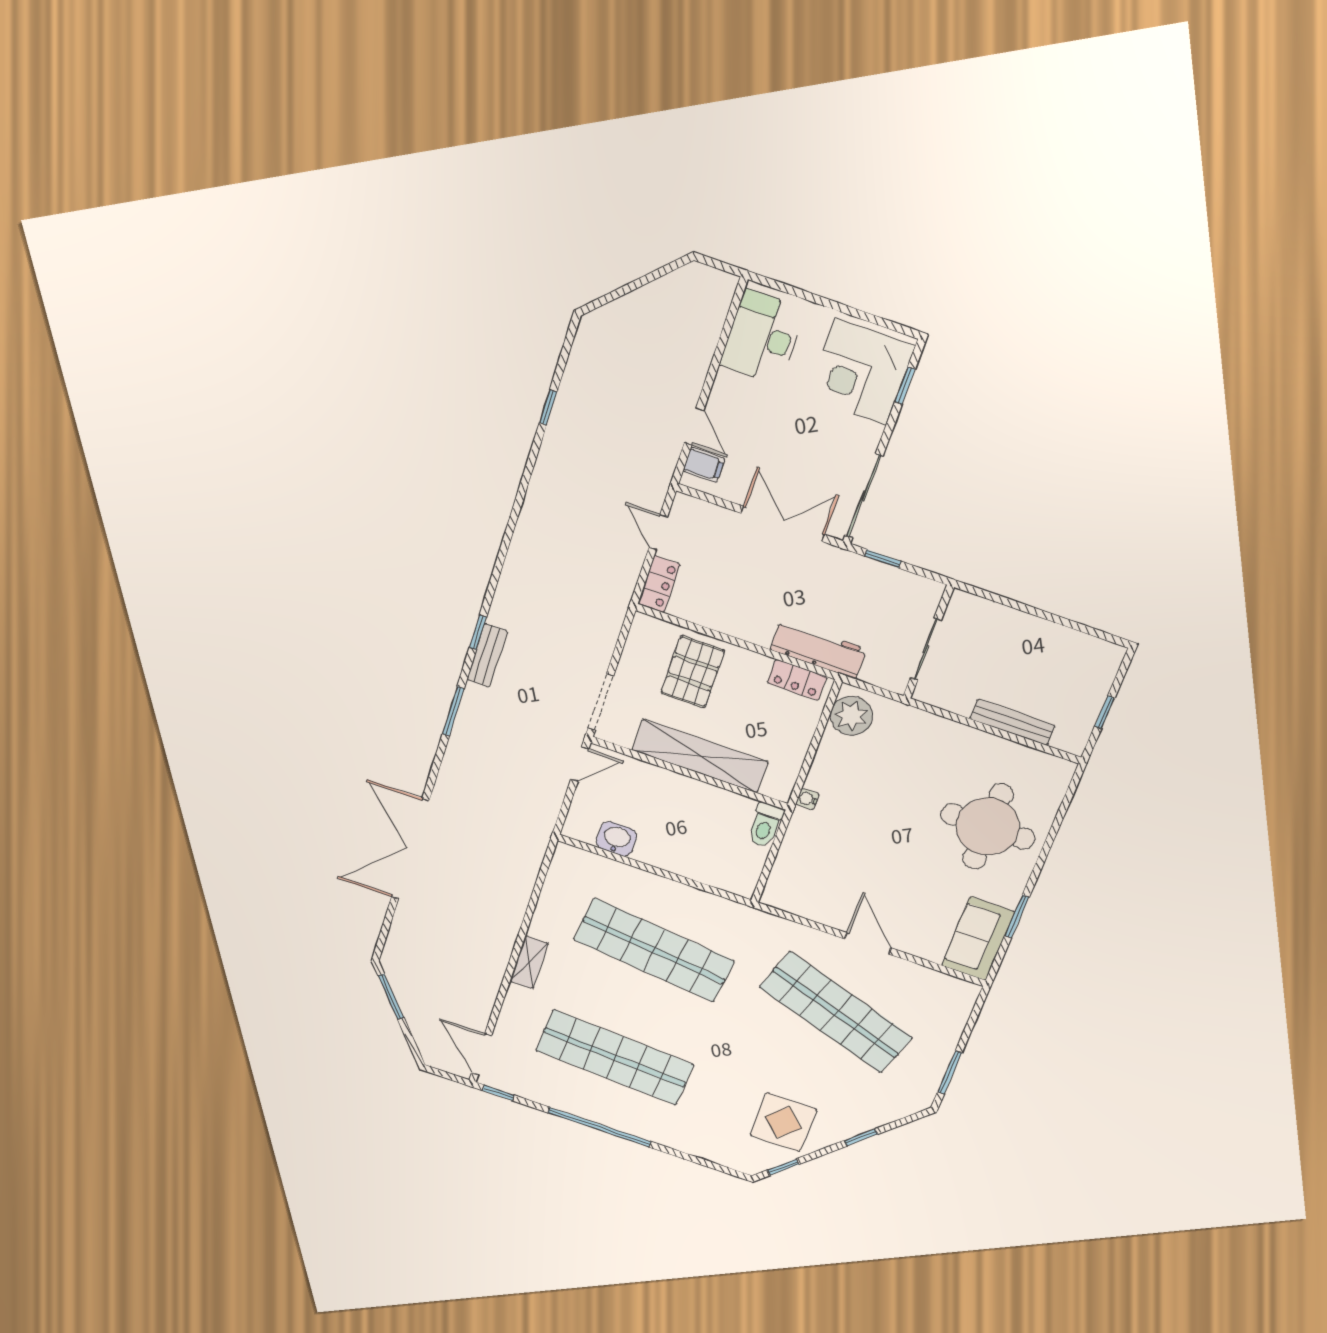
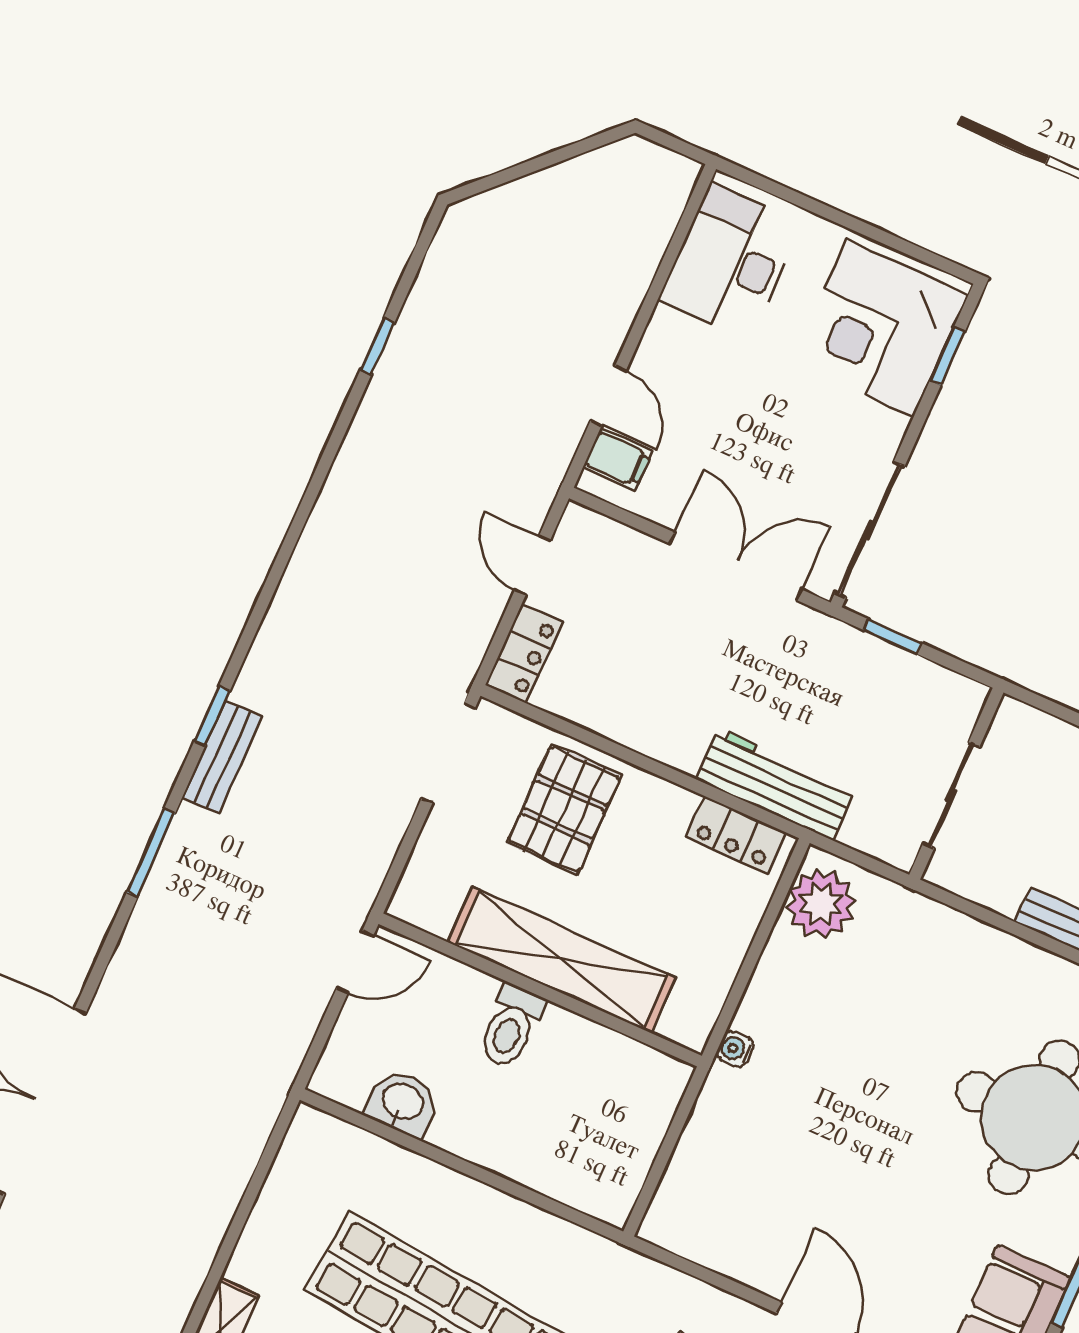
doorway: (601, 702) -> (448, 753), moved
toilet: (765, 825) -> (511, 1026), moved

